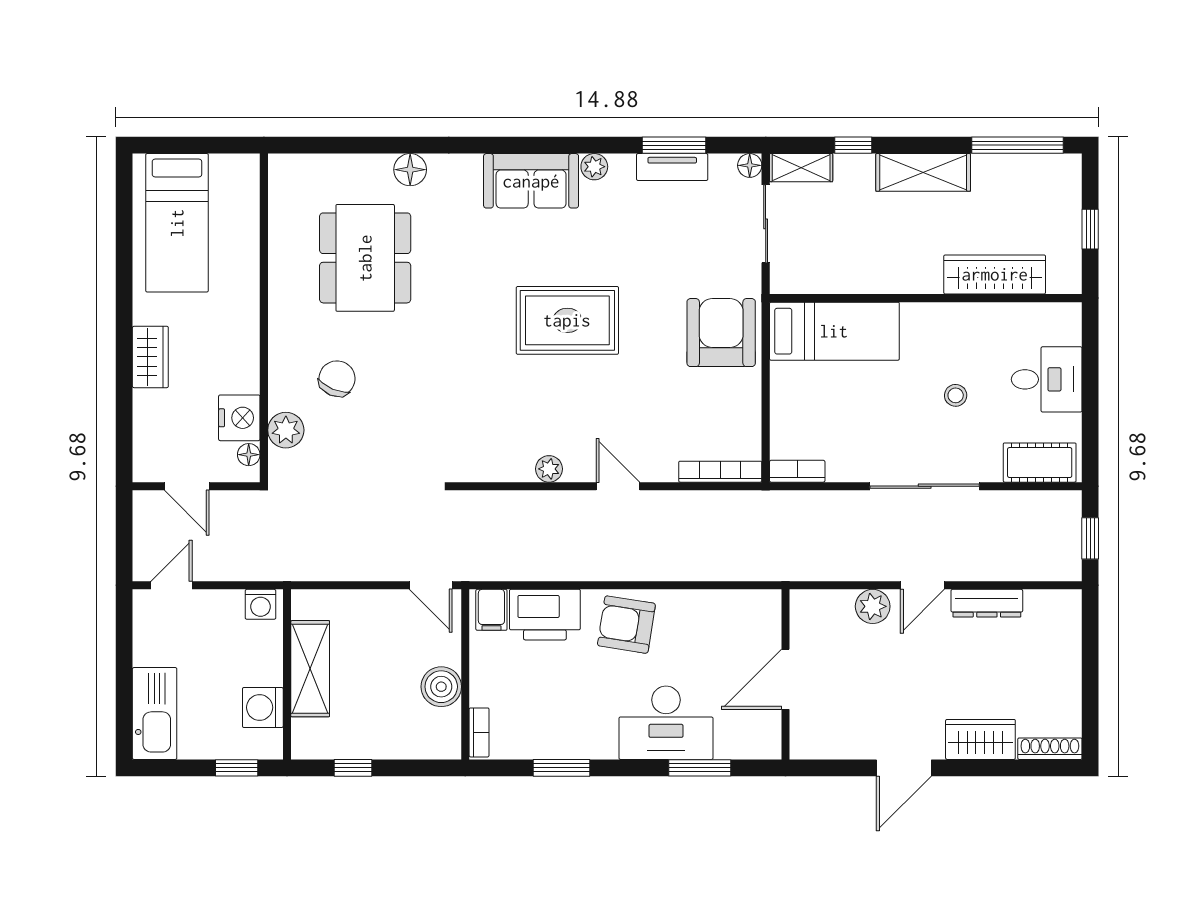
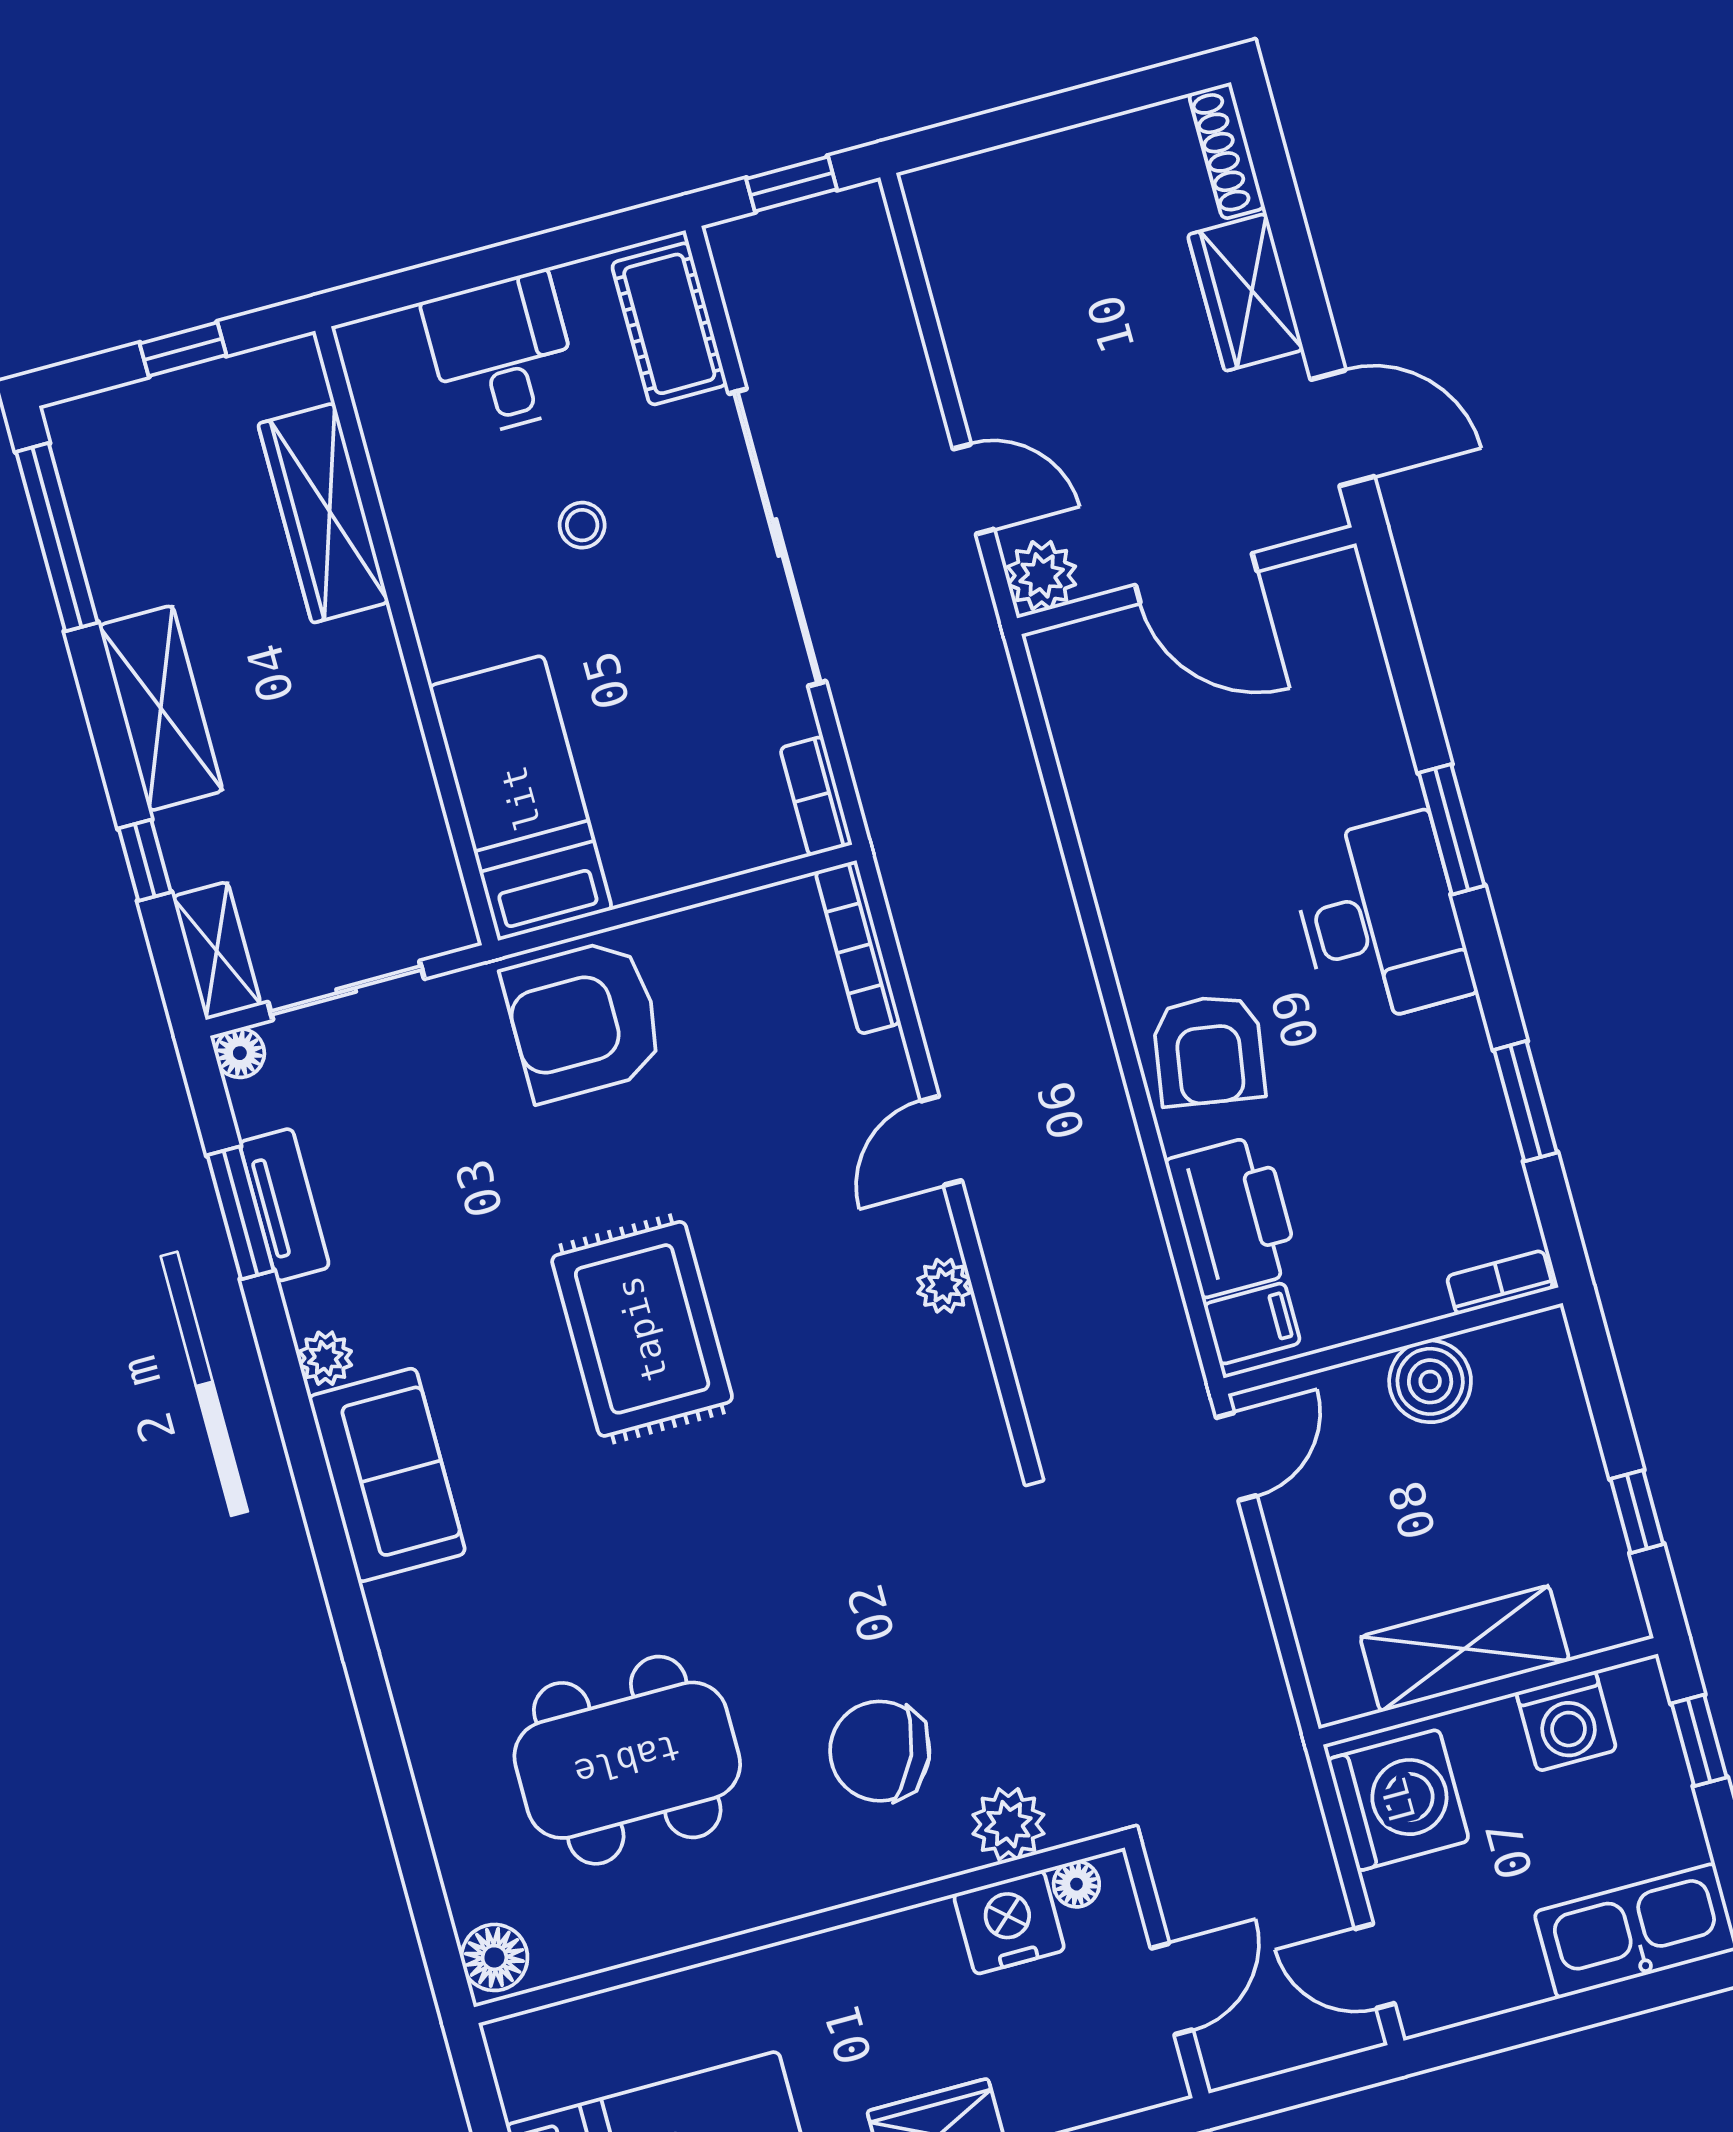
floor lamp: (410, 170) -> (494, 1957), moved
chair: (337, 379) -> (880, 1751), width x1.37, depth x1.37
sliding door: (925, 486) -> (777, 537), width x1.36
dresser: (987, 603) -> (974, 353), removed
washing machine: (260, 604) -> (1398, 1800), width x1.89, depth x1.89
wall: (785, 674) -> (1187, 581), moved
door: (785, 679) -> (1196, 578), moved

